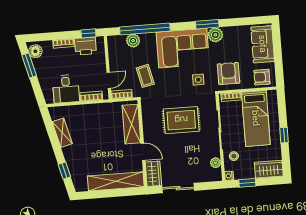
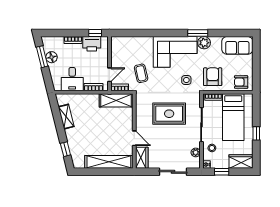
window: (145, 29) -> (144, 33), removed
plant: (133, 41) -> (133, 42), removed
sofa: (263, 44) -> (237, 45), moved, turned -90
floor lamp: (35, 51) -> (52, 57), moved
shelving: (131, 124) -> (116, 100), moved, turned 90
sliding door: (178, 188) -> (173, 172), moved

